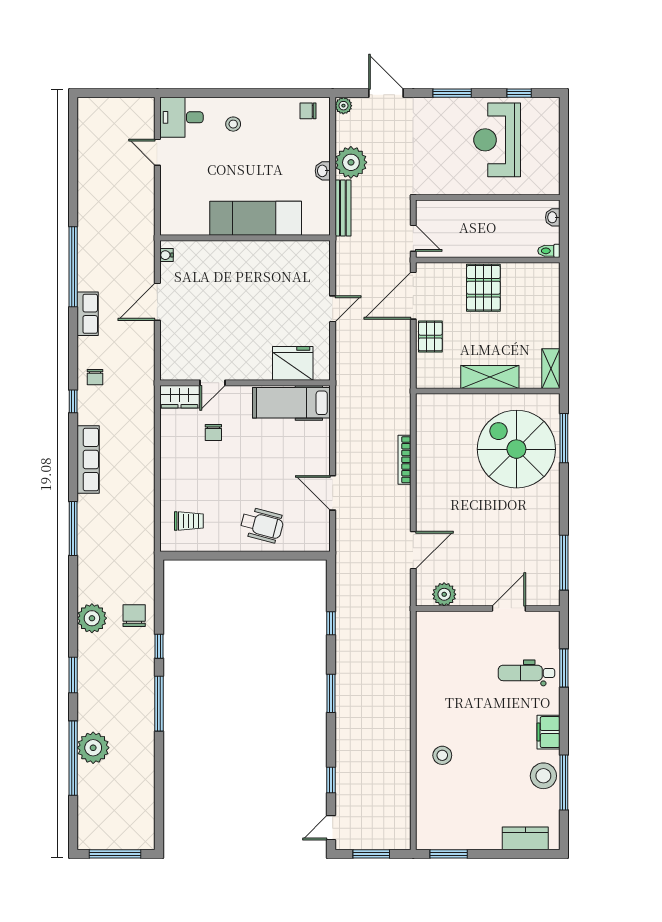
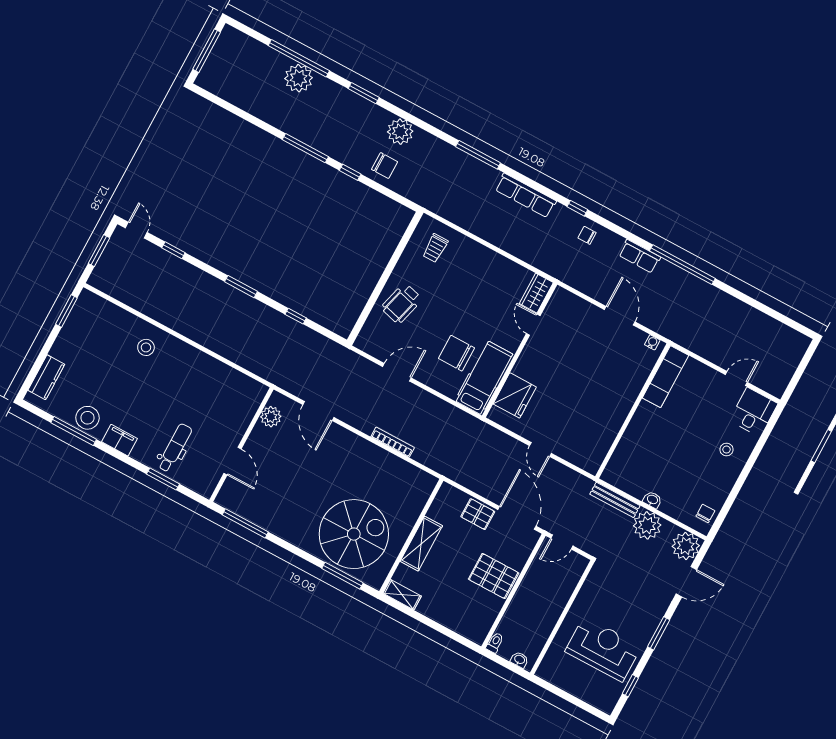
plant: (343, 106) -> (686, 546), width x1.87, depth x1.87
exam couch: (256, 218) -> (665, 377), moved, width x0.73, depth x0.69
chair: (213, 433) -> (456, 353), moved, width x1.87, depth x1.87

